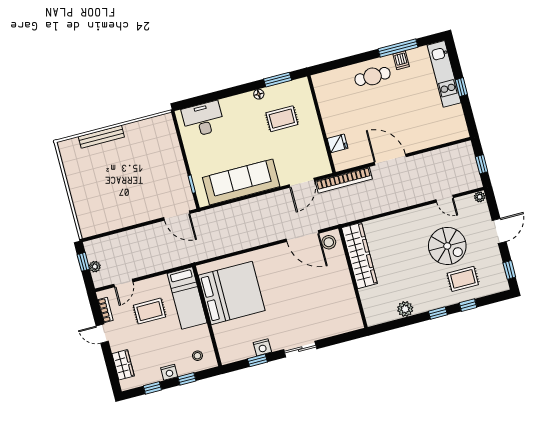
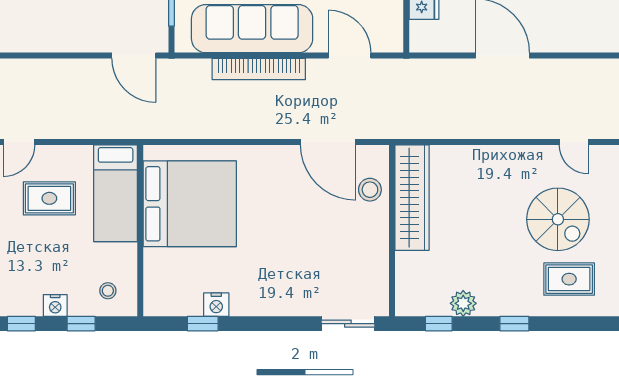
bookcase: (344, 180) -> (259, 69), moved
door: (302, 183) -> (350, 56), swing flipped
stool: (329, 242) -> (370, 190), moved
window: (468, 305) -> (439, 324), moved
sliding door: (300, 349) -> (348, 324), moved

